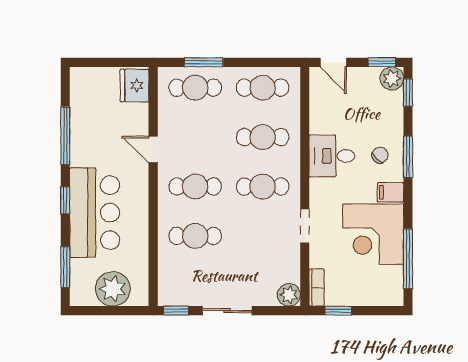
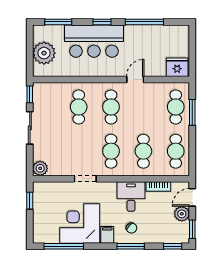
plant: (392, 78) -> (182, 214), moved
bookcase: (317, 288) -> (158, 186), moved

